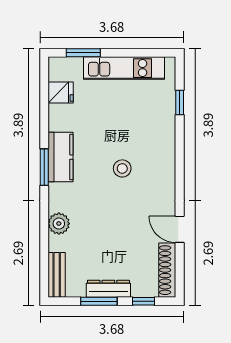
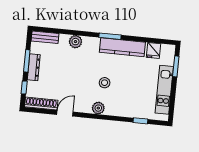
kitchen counter: (60, 157) -> (122, 47), width x1.50
plant: (165, 175) -> (98, 108), added

